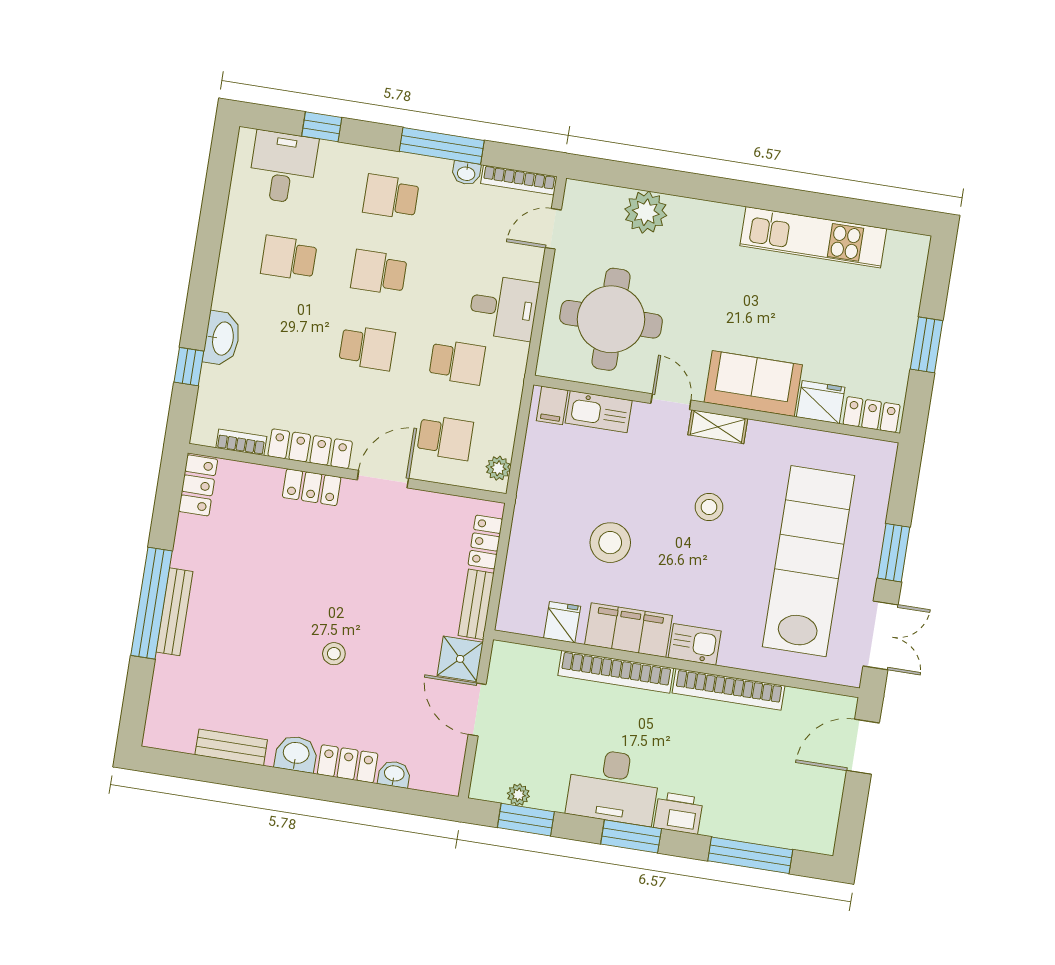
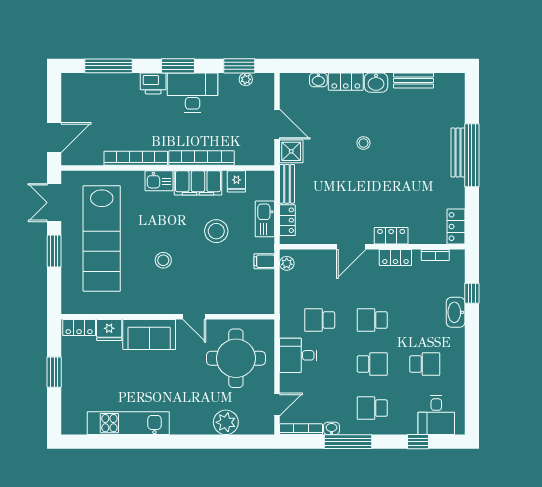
school desk: (391, 197) -> (372, 408), turned 180
filing cabinet: (552, 405) -> (264, 261), moved, turned -90
kitchen sink: (599, 412) -> (265, 219), moved, turned -90
shelving: (718, 427) -> (165, 307), removed
school desk: (445, 438) -> (320, 276), removed
locker: (310, 449) -> (395, 257), width x0.66

